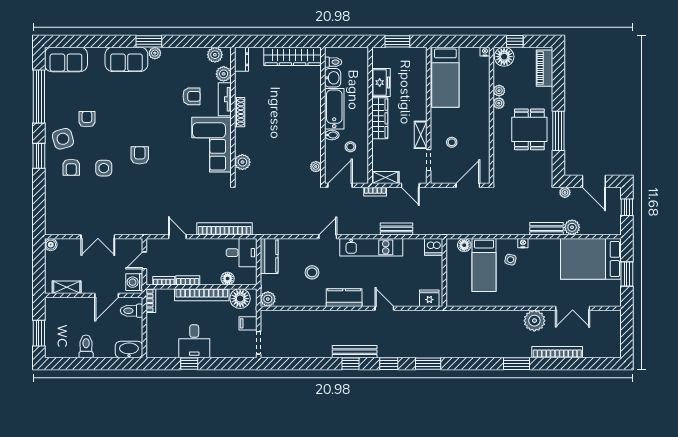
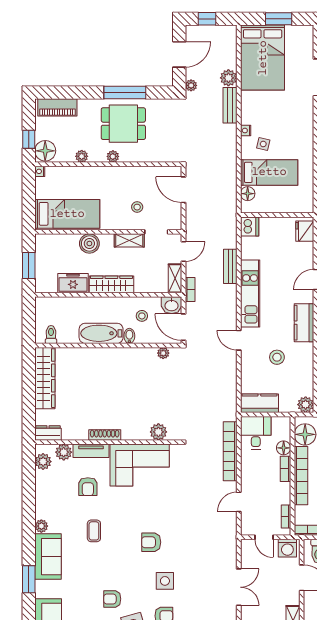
window: (149, 41) -> (29, 579), moved
washbasin: (333, 78) -> (172, 305), moved, turned 180
armchair: (192, 96) -> (88, 487), turned 180
boiler: (418, 98) -> (89, 243), added
coffee table: (150, 102) -> (94, 531), added
plant: (499, 103) -> (113, 156), moved
bookcase: (188, 280) -> (285, 469), moved

